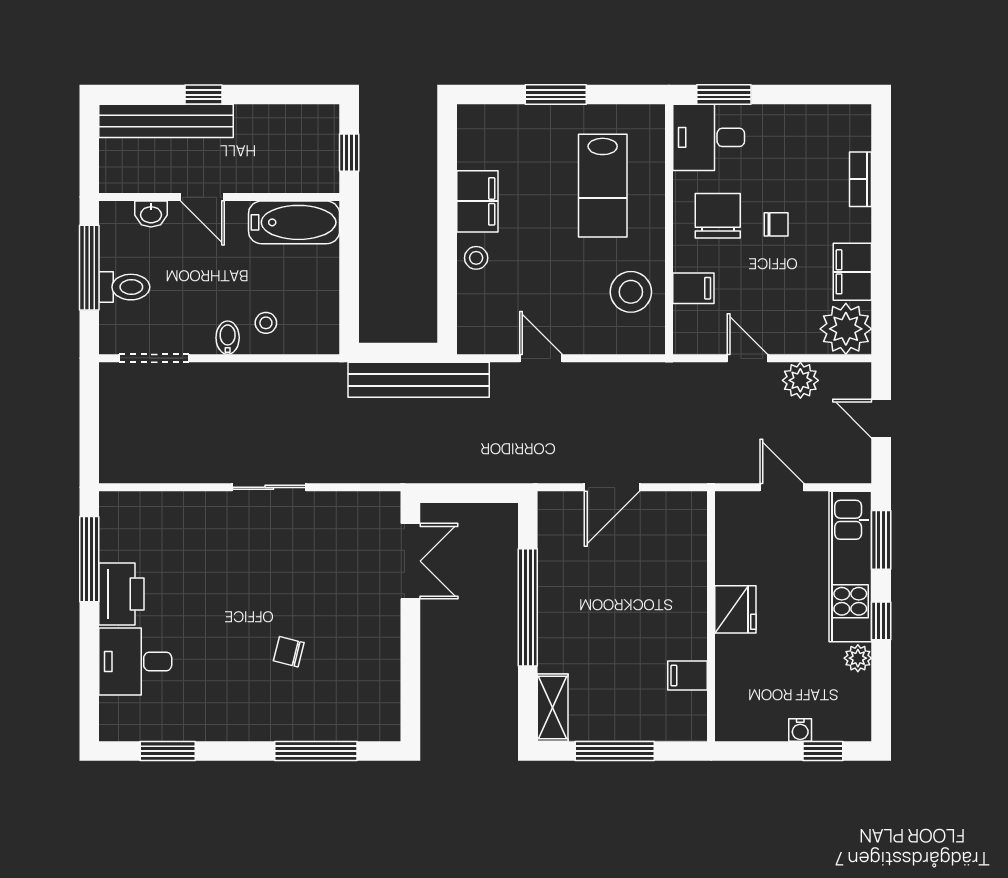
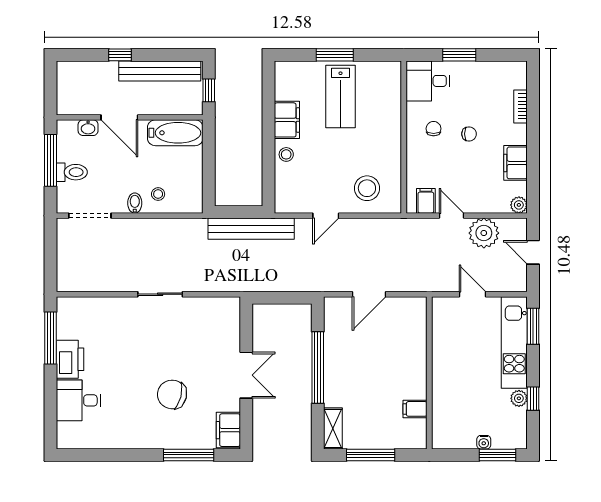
window: (724, 95) -> (459, 55), moved
bench: (166, 121) -> (160, 71), moved
lab bench: (603, 186) -> (340, 96), moved
door: (202, 197) -> (119, 117), width x1.38
chair: (718, 216) -> (434, 129), width x0.54, depth x0.54
filing cabinet: (693, 288) -> (426, 201), moved, turned -90
stool: (631, 292) -> (367, 188), moved
plant: (846, 329) -> (519, 205), width x0.53, depth x0.53
door: (541, 358) -> (326, 216), swing flipped
plant: (800, 380) -> (484, 233), width x1.36, depth x1.36
double door: (410, 561) -> (246, 375), moved
fridge: (735, 609) -> (444, 369), removed
window: (881, 621) -> (533, 399), moved
chair: (289, 652) -> (172, 394), width x1.87, depth x1.87
filing cabinet: (381, 710) -> (228, 430), added
window: (168, 751) -> (98, 455), removed
window: (823, 751) -> (497, 455), width x1.50

